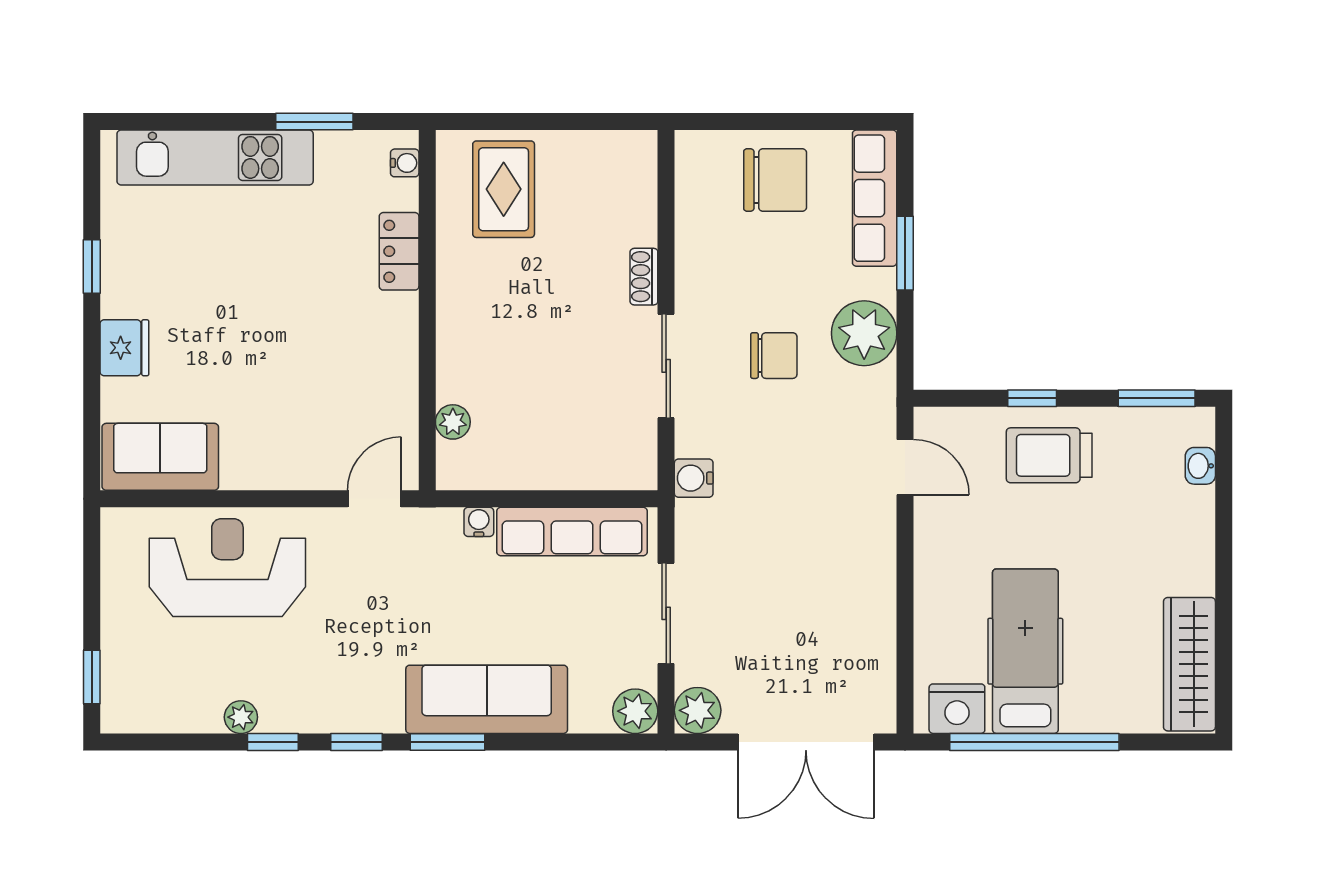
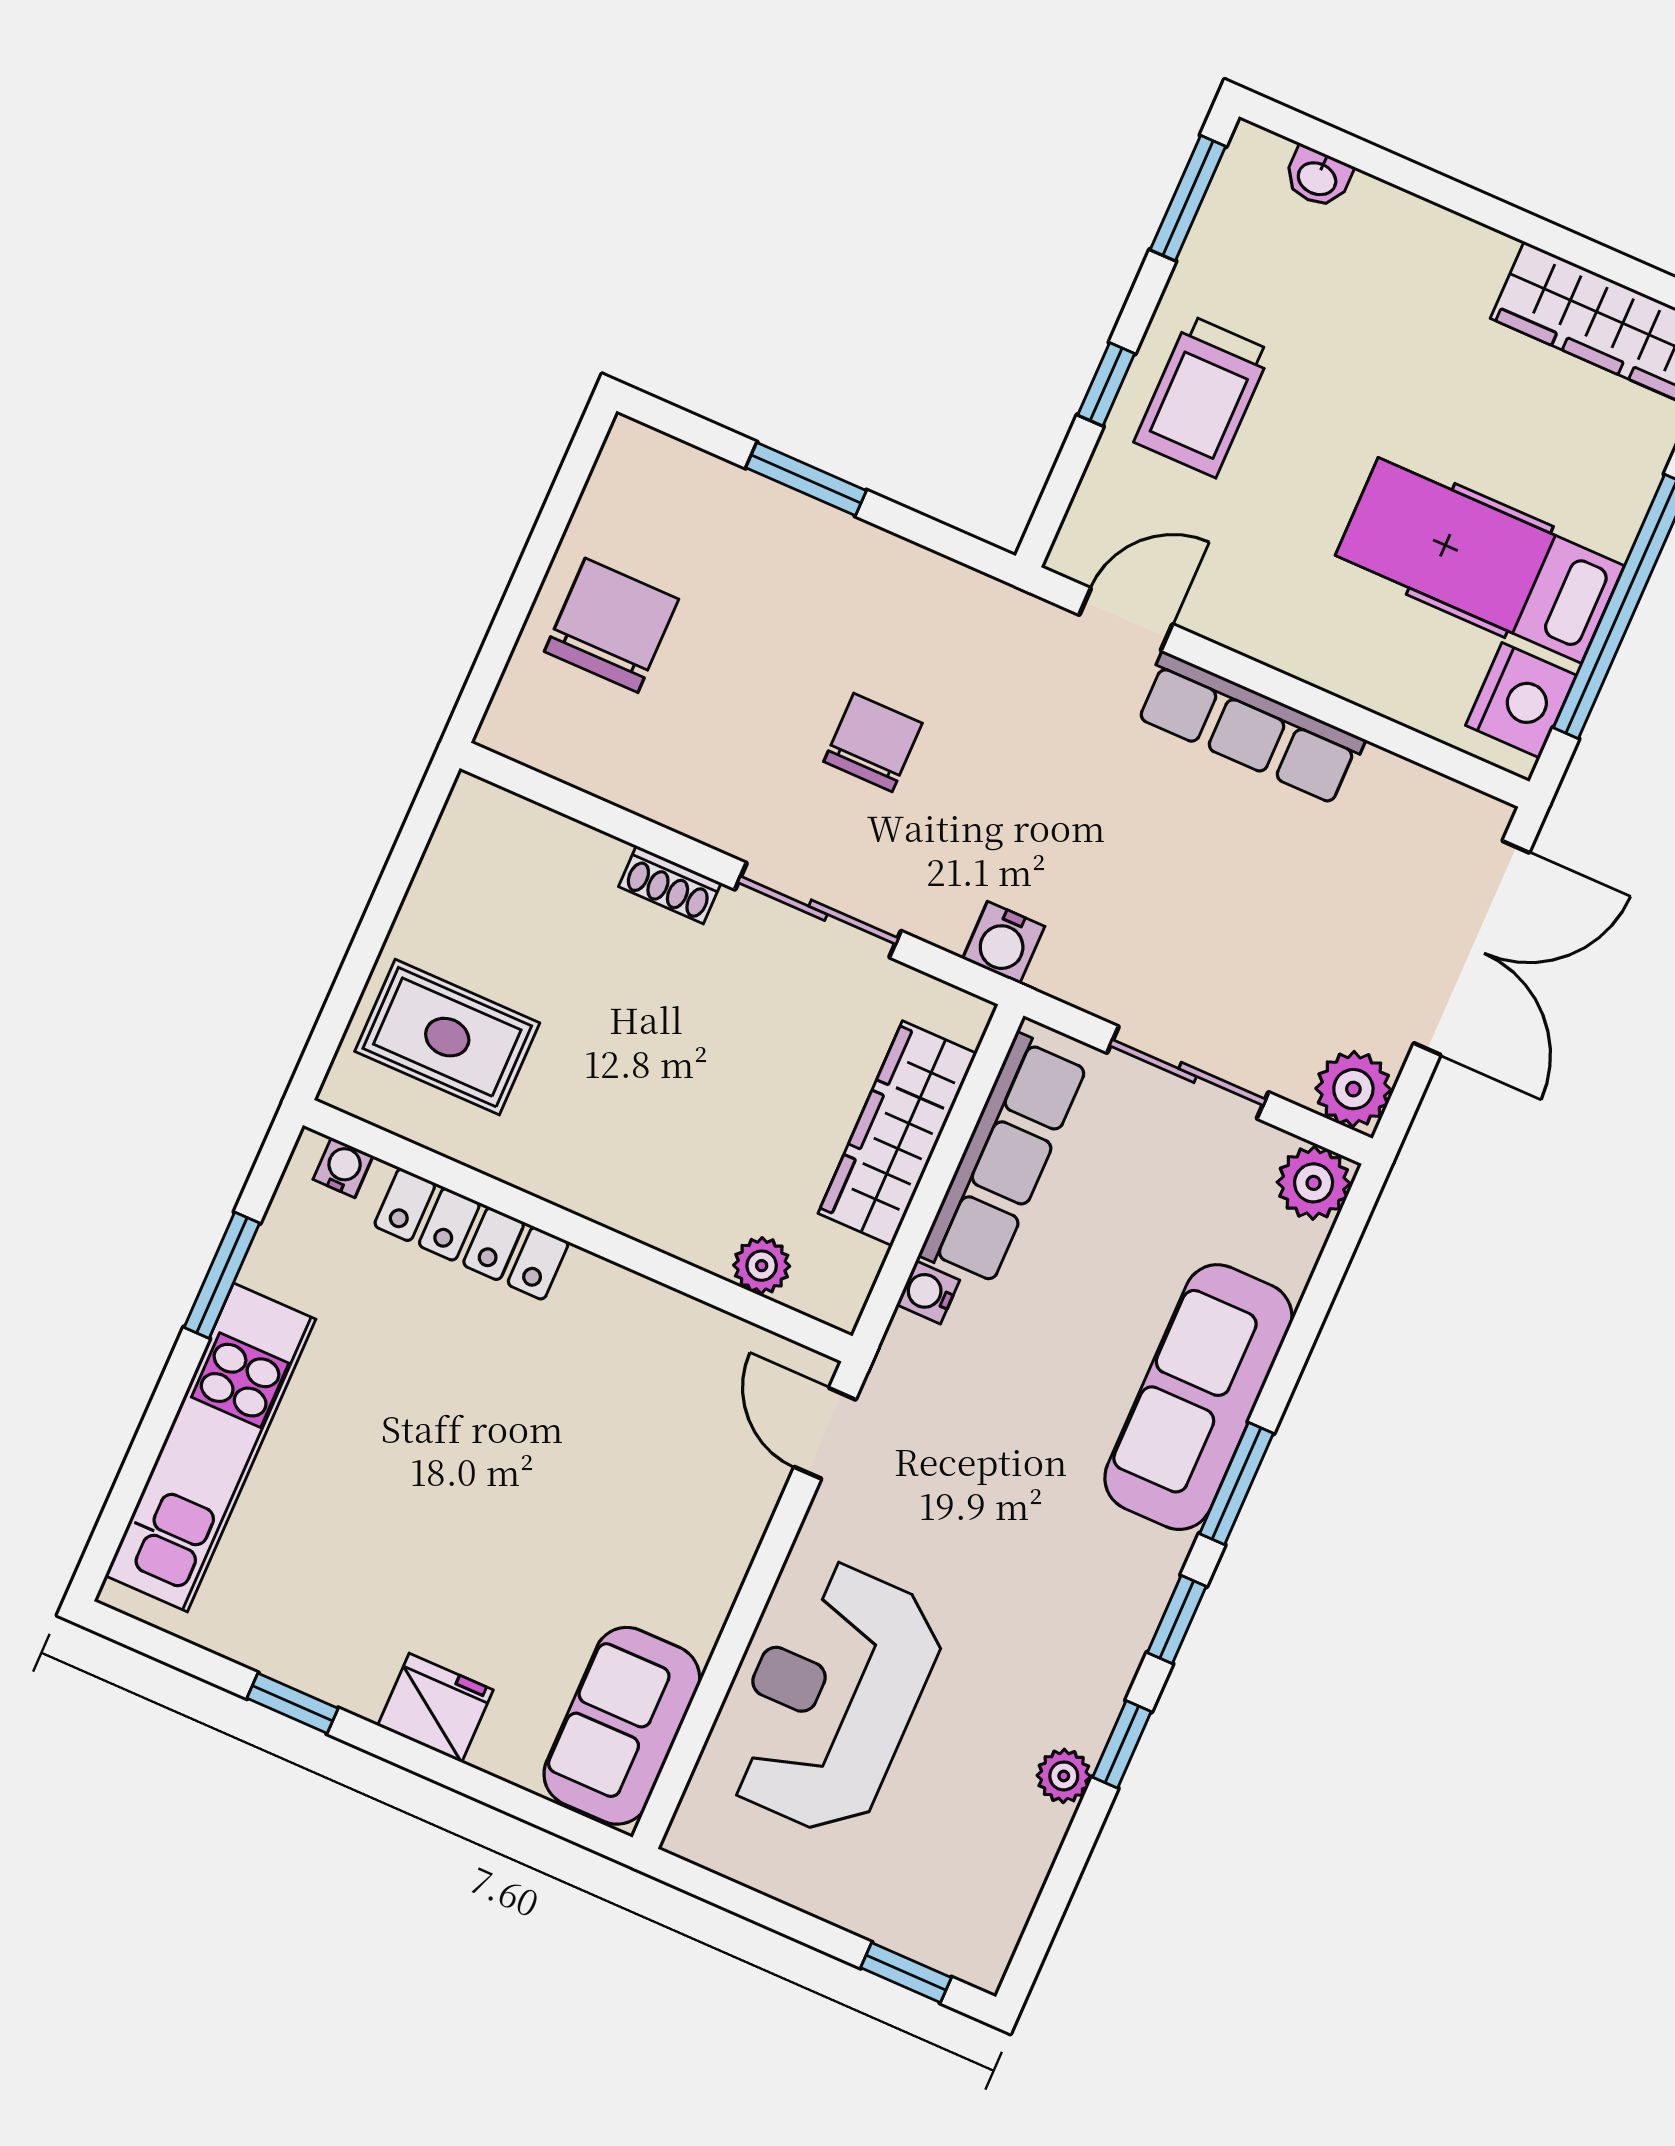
row of seats: (875, 198) -> (1250, 728), moved
locker: (399, 251) -> (471, 1234), width x1.53
plant: (864, 333) -> (899, 593), removed
wardrobe: (560, 466) -> (897, 1133), added

